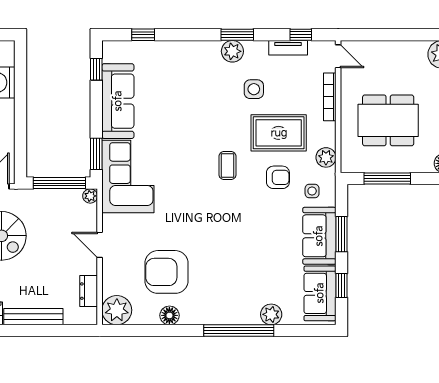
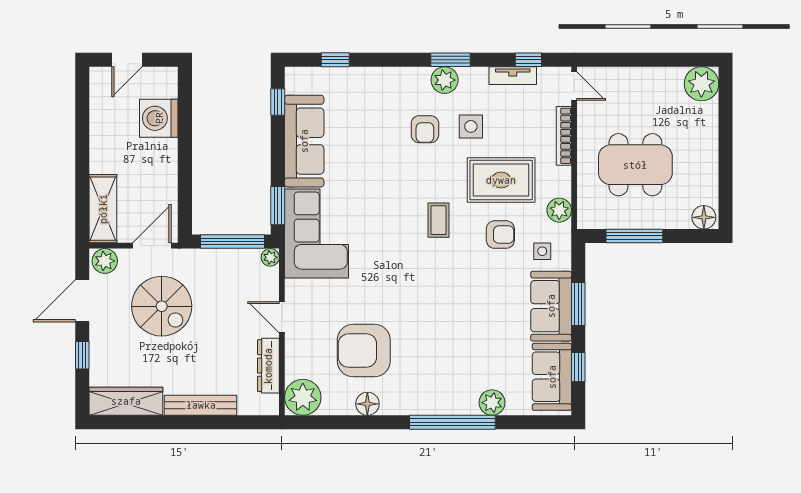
armchair: (216, 91) -> (425, 129), added
dresser: (89, 291) -> (268, 366), width x1.44

